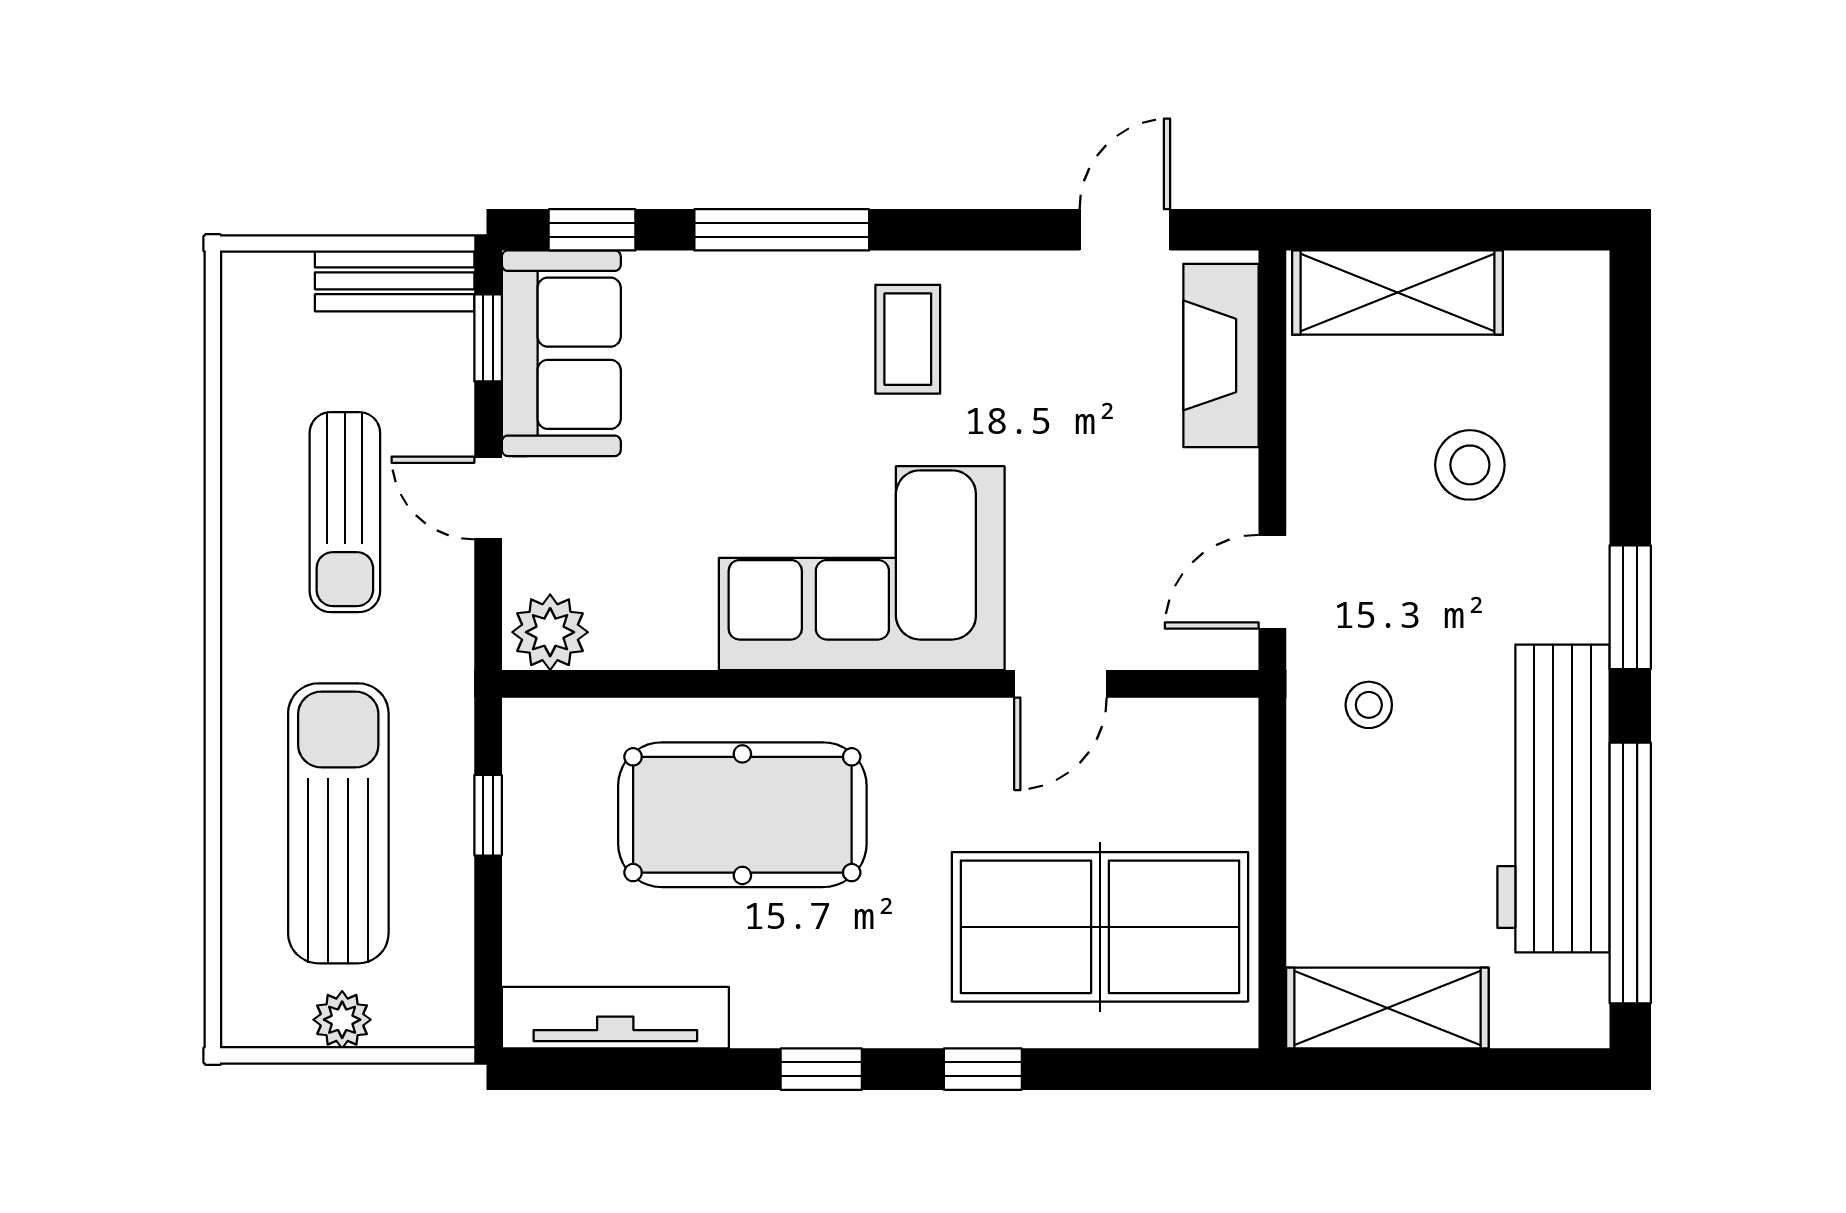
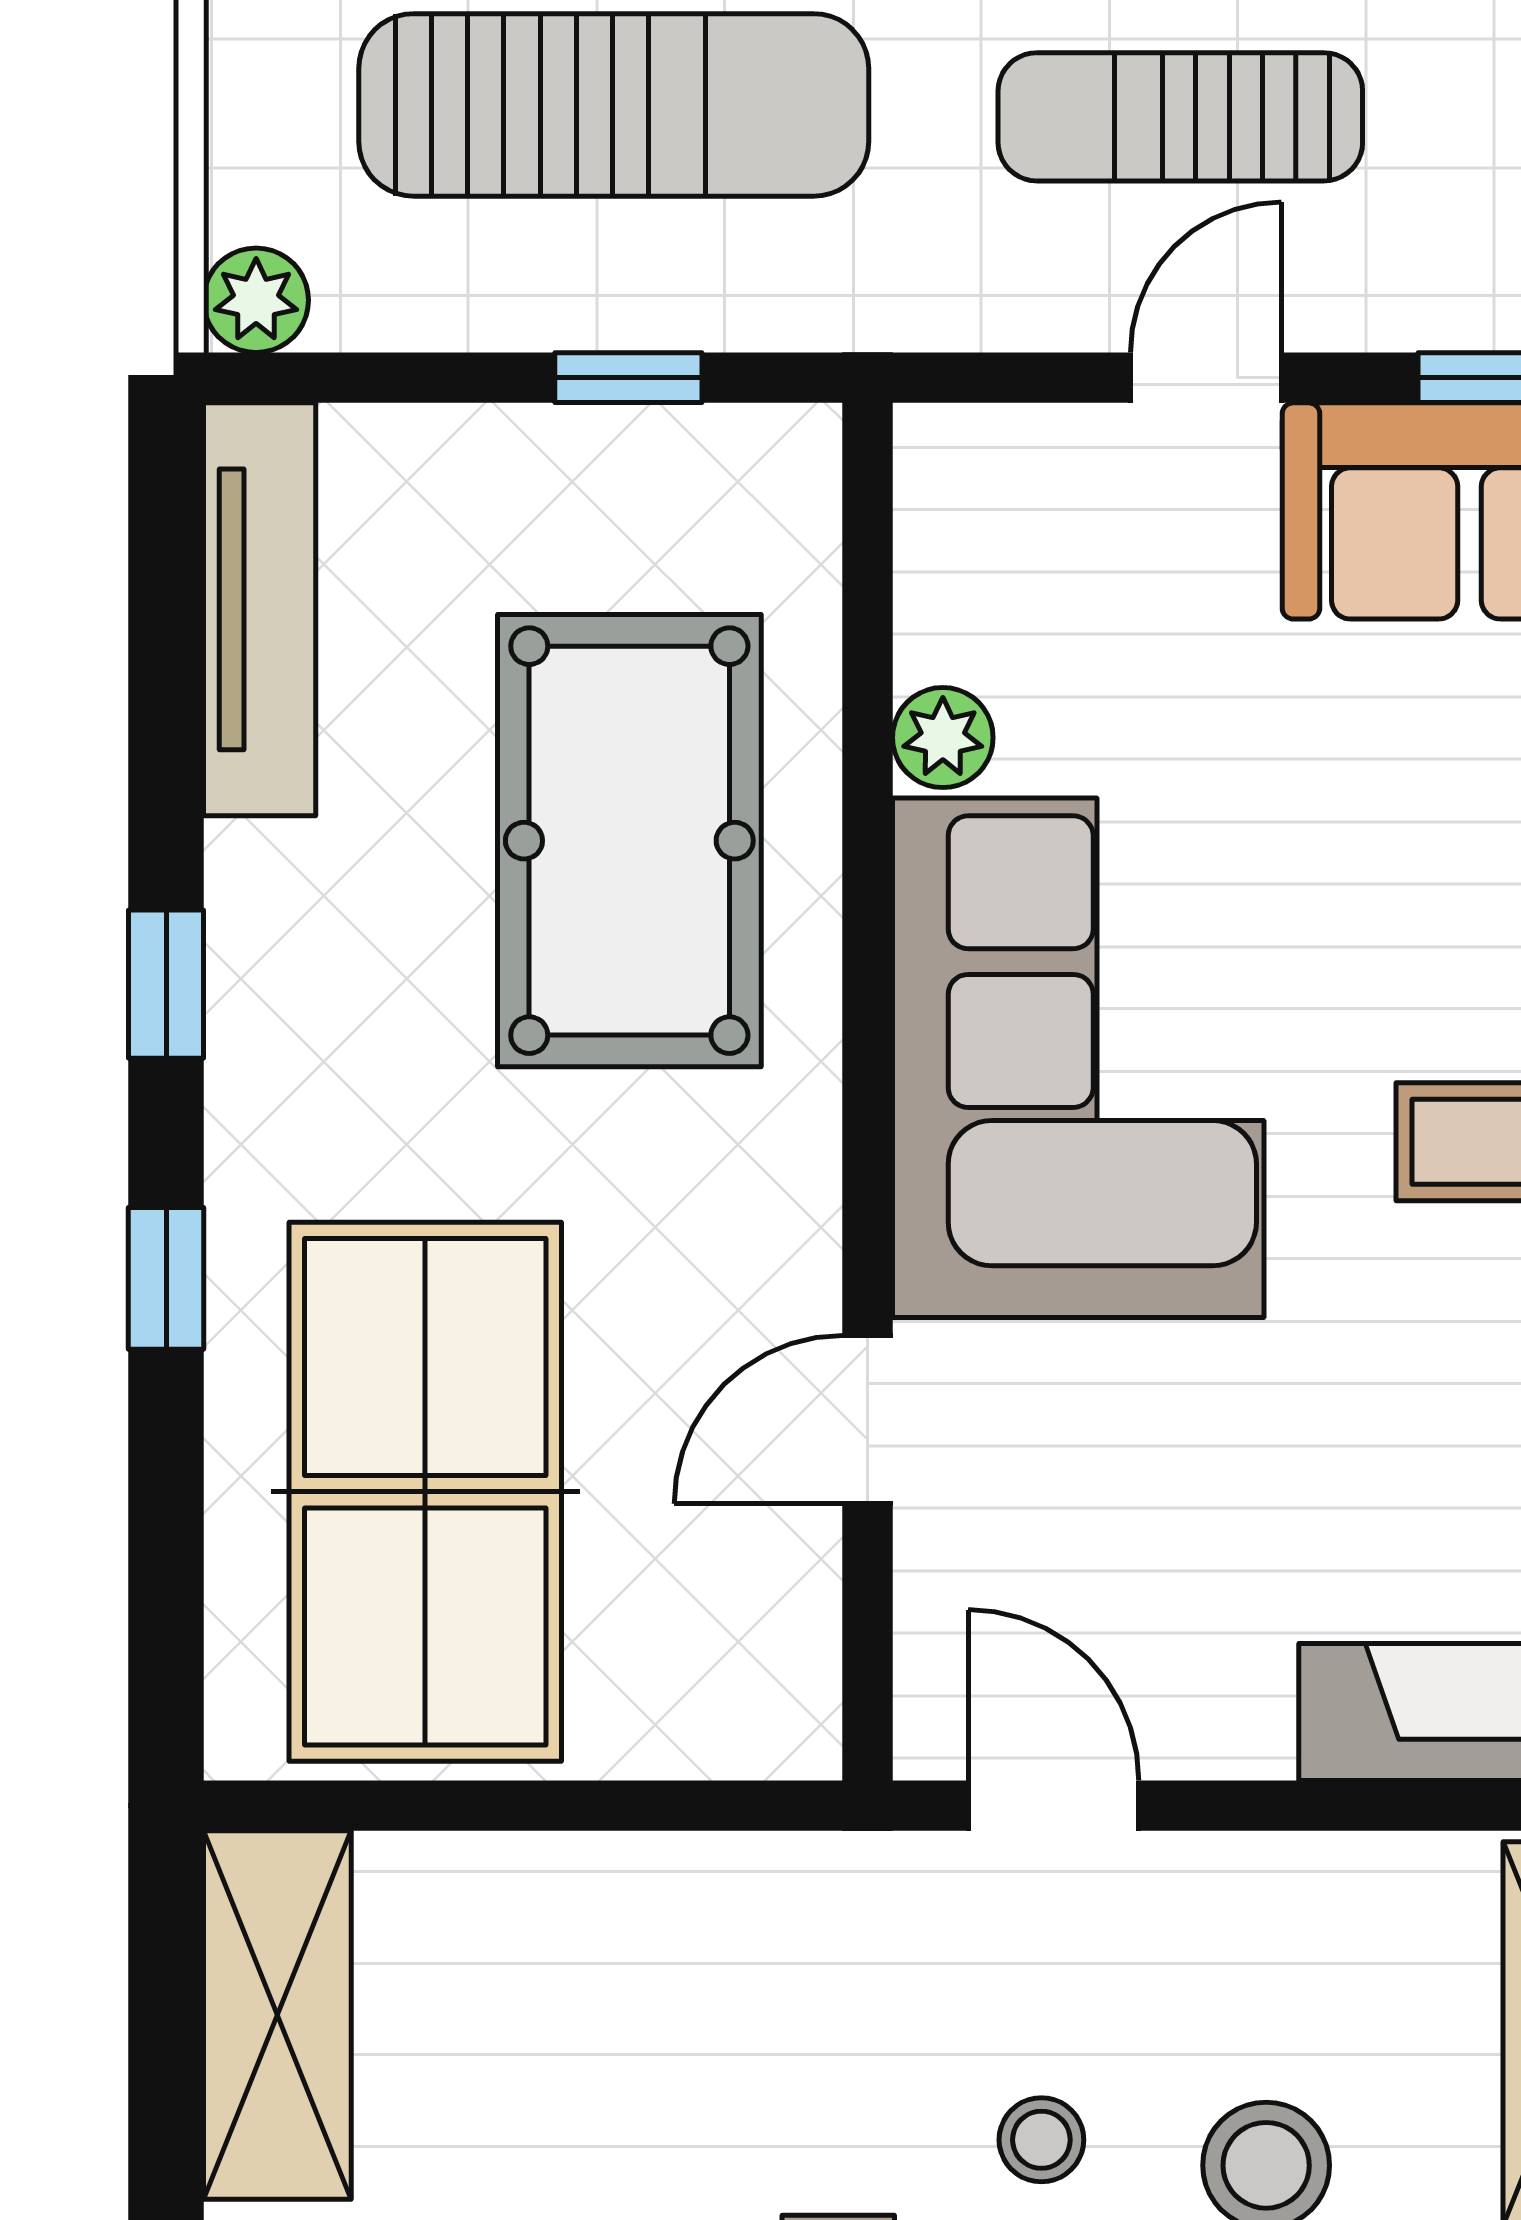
plant: (550, 632) -> (943, 738), moved, width x0.73, depth x0.73
door: (1060, 684) -> (868, 1420), hinge flipped
stool: (1369, 705) -> (1041, 2140), moved
plant: (342, 1020) -> (256, 300), moved

